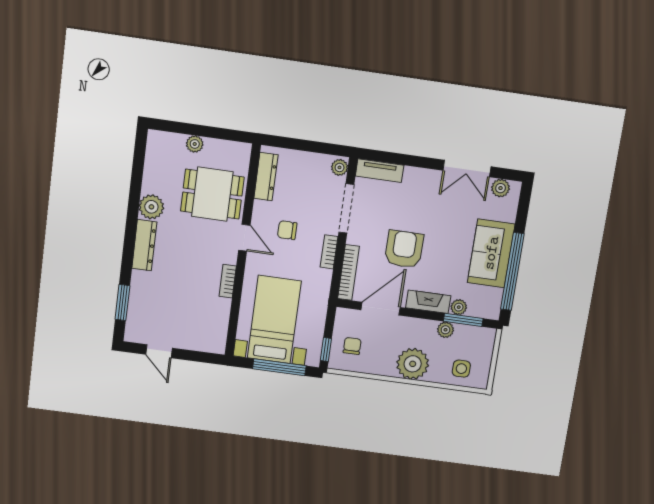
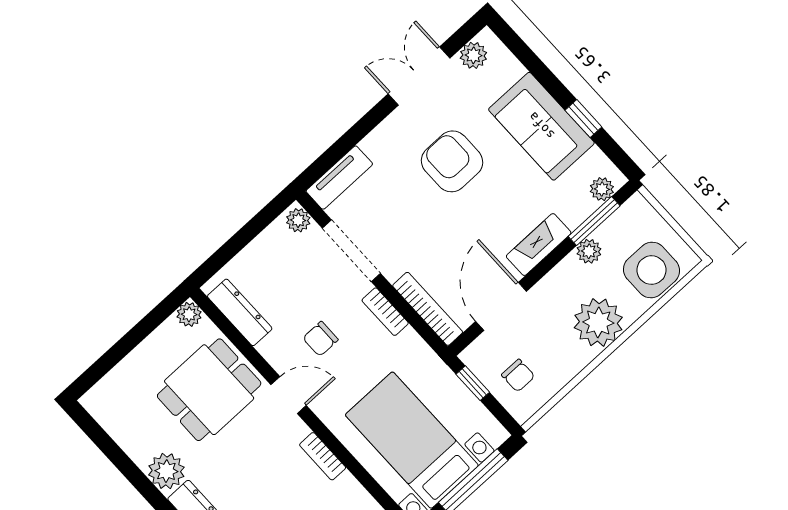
plant: (195, 144) -> (189, 314), moved
double door: (467, 168) -> (419, 76), swing flipped
armchair: (404, 249) -> (452, 161), moved
window: (512, 272) -> (583, 119), width x0.32
plant: (459, 307) -> (602, 189), moved
chair: (352, 346) -> (518, 376), turned 180
window: (326, 350) -> (473, 383), moved
side table: (461, 369) -> (651, 270), width x1.87, depth x1.87

